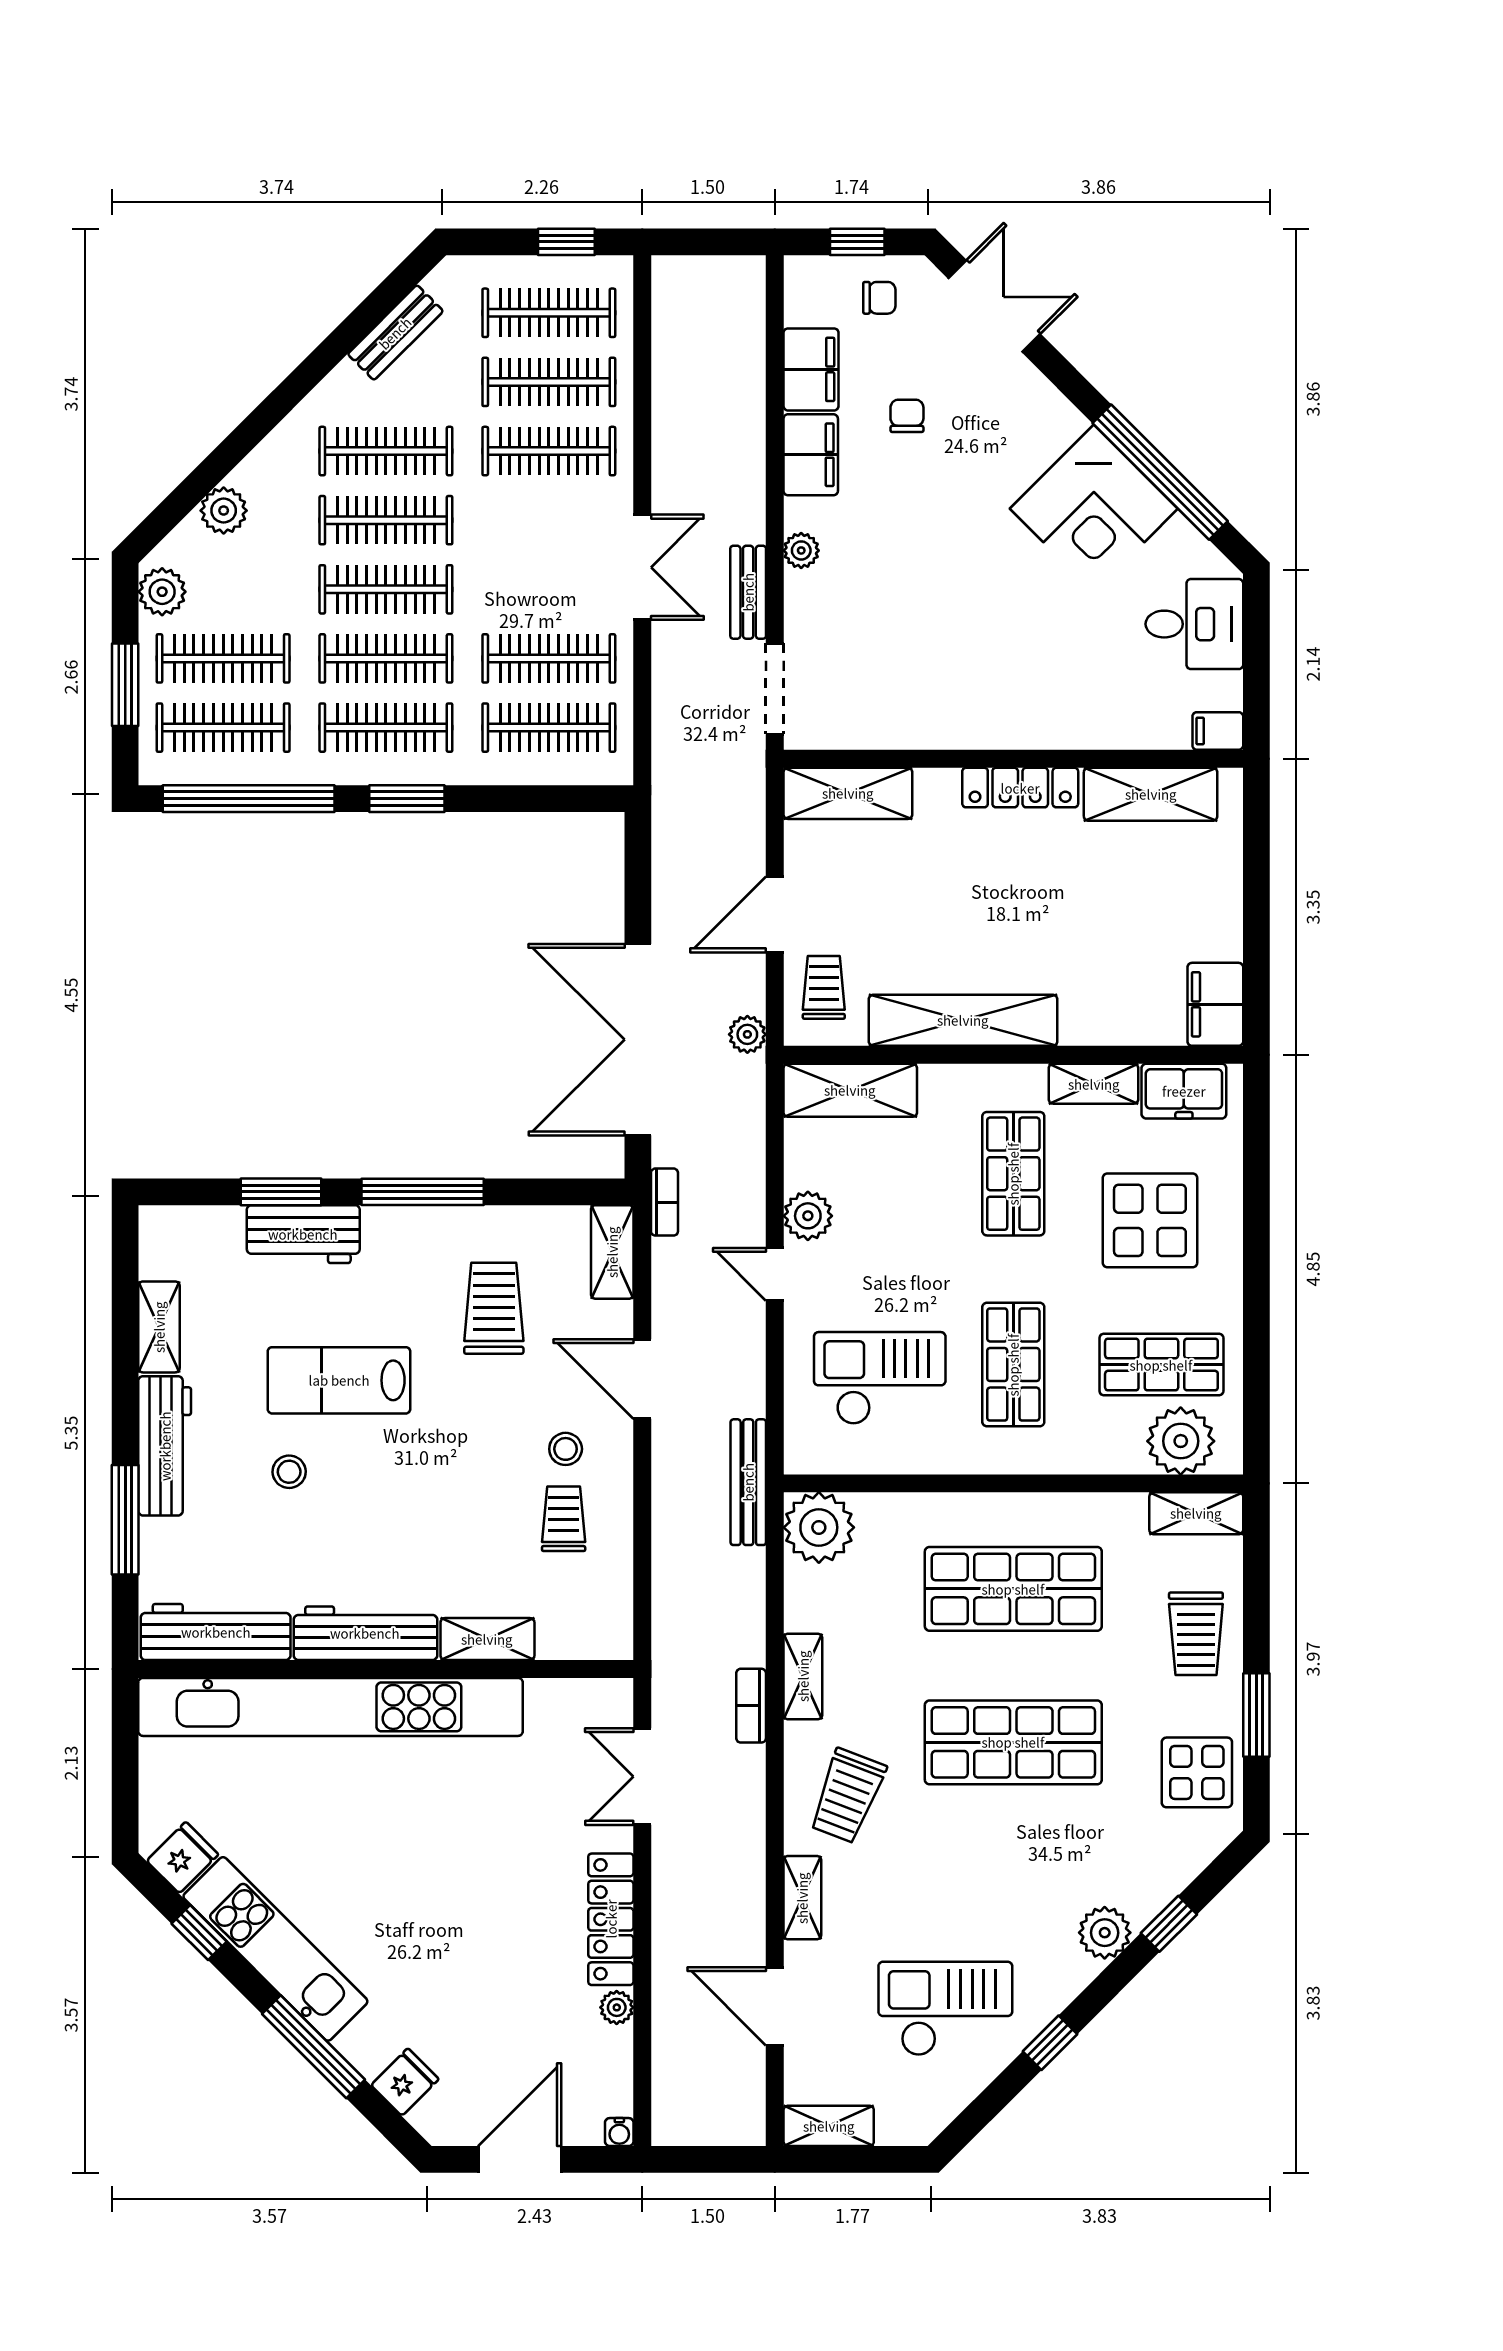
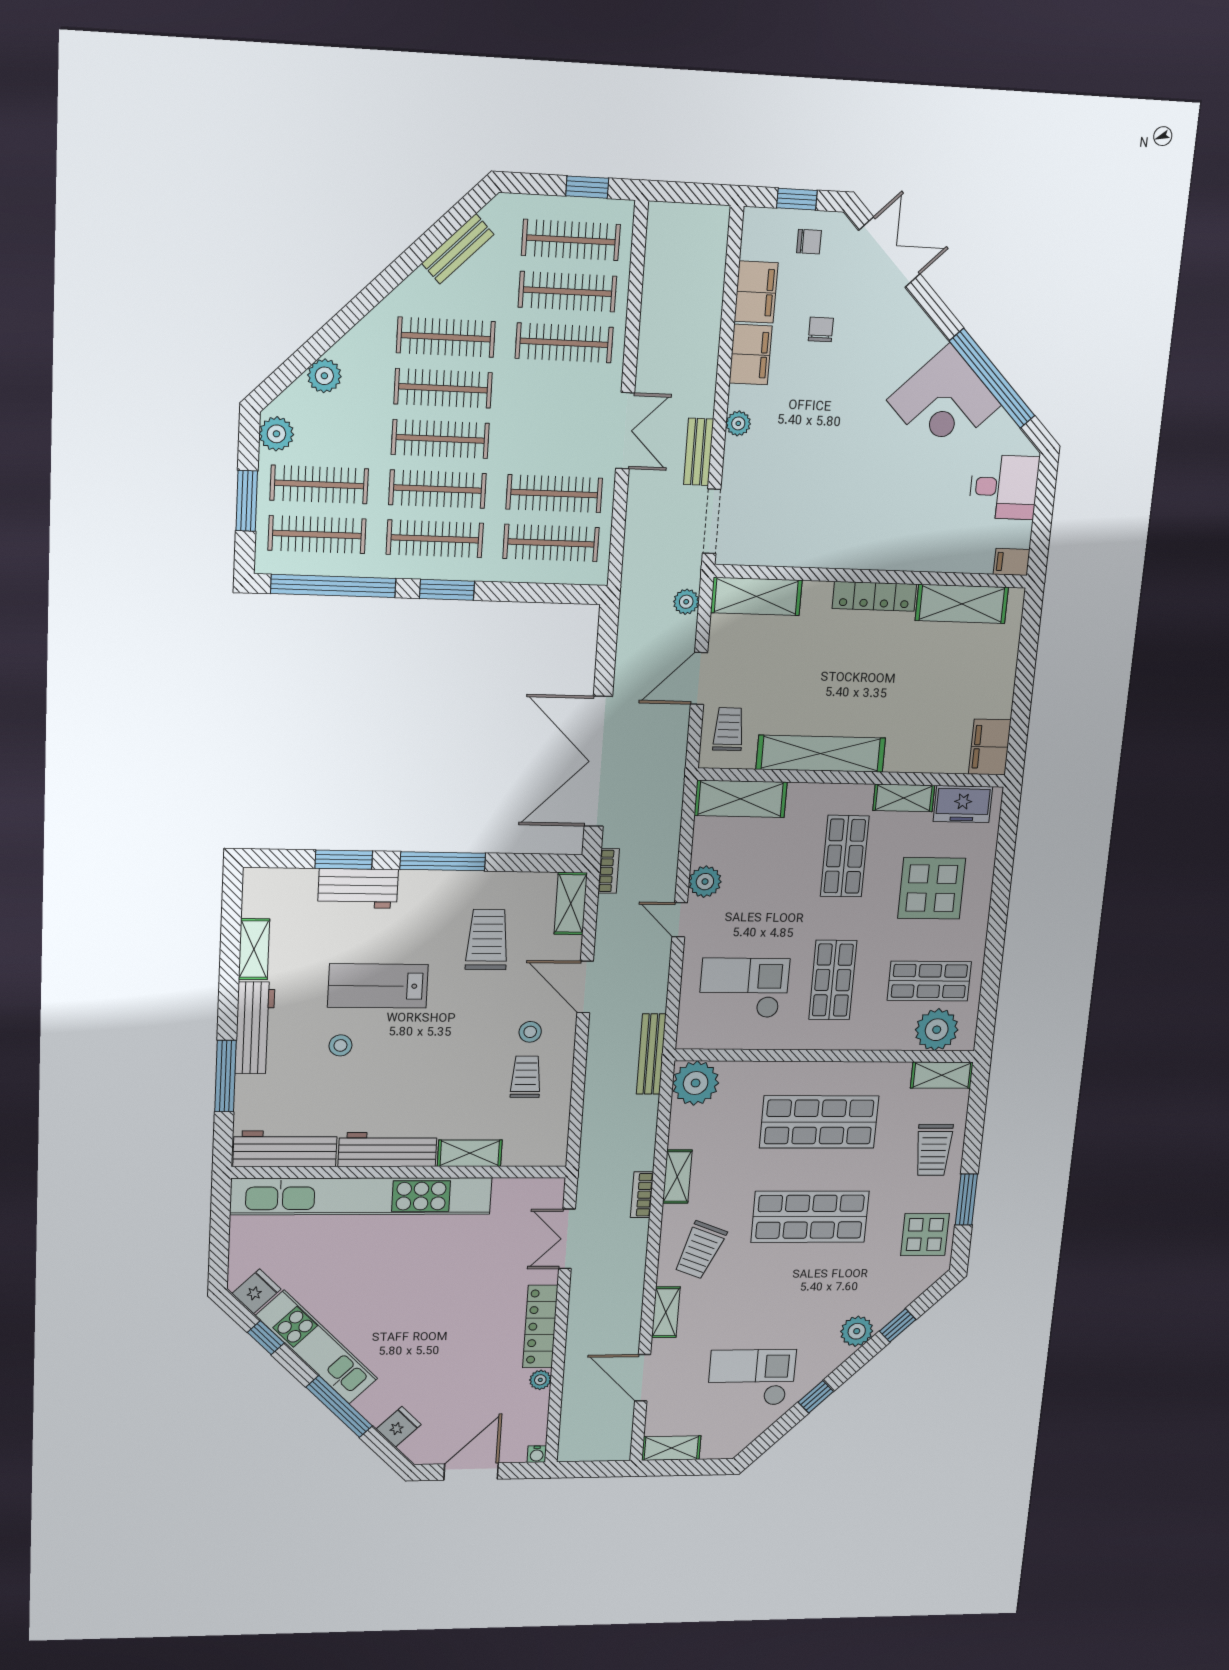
plant: (747, 1034) -> (686, 602), moved

